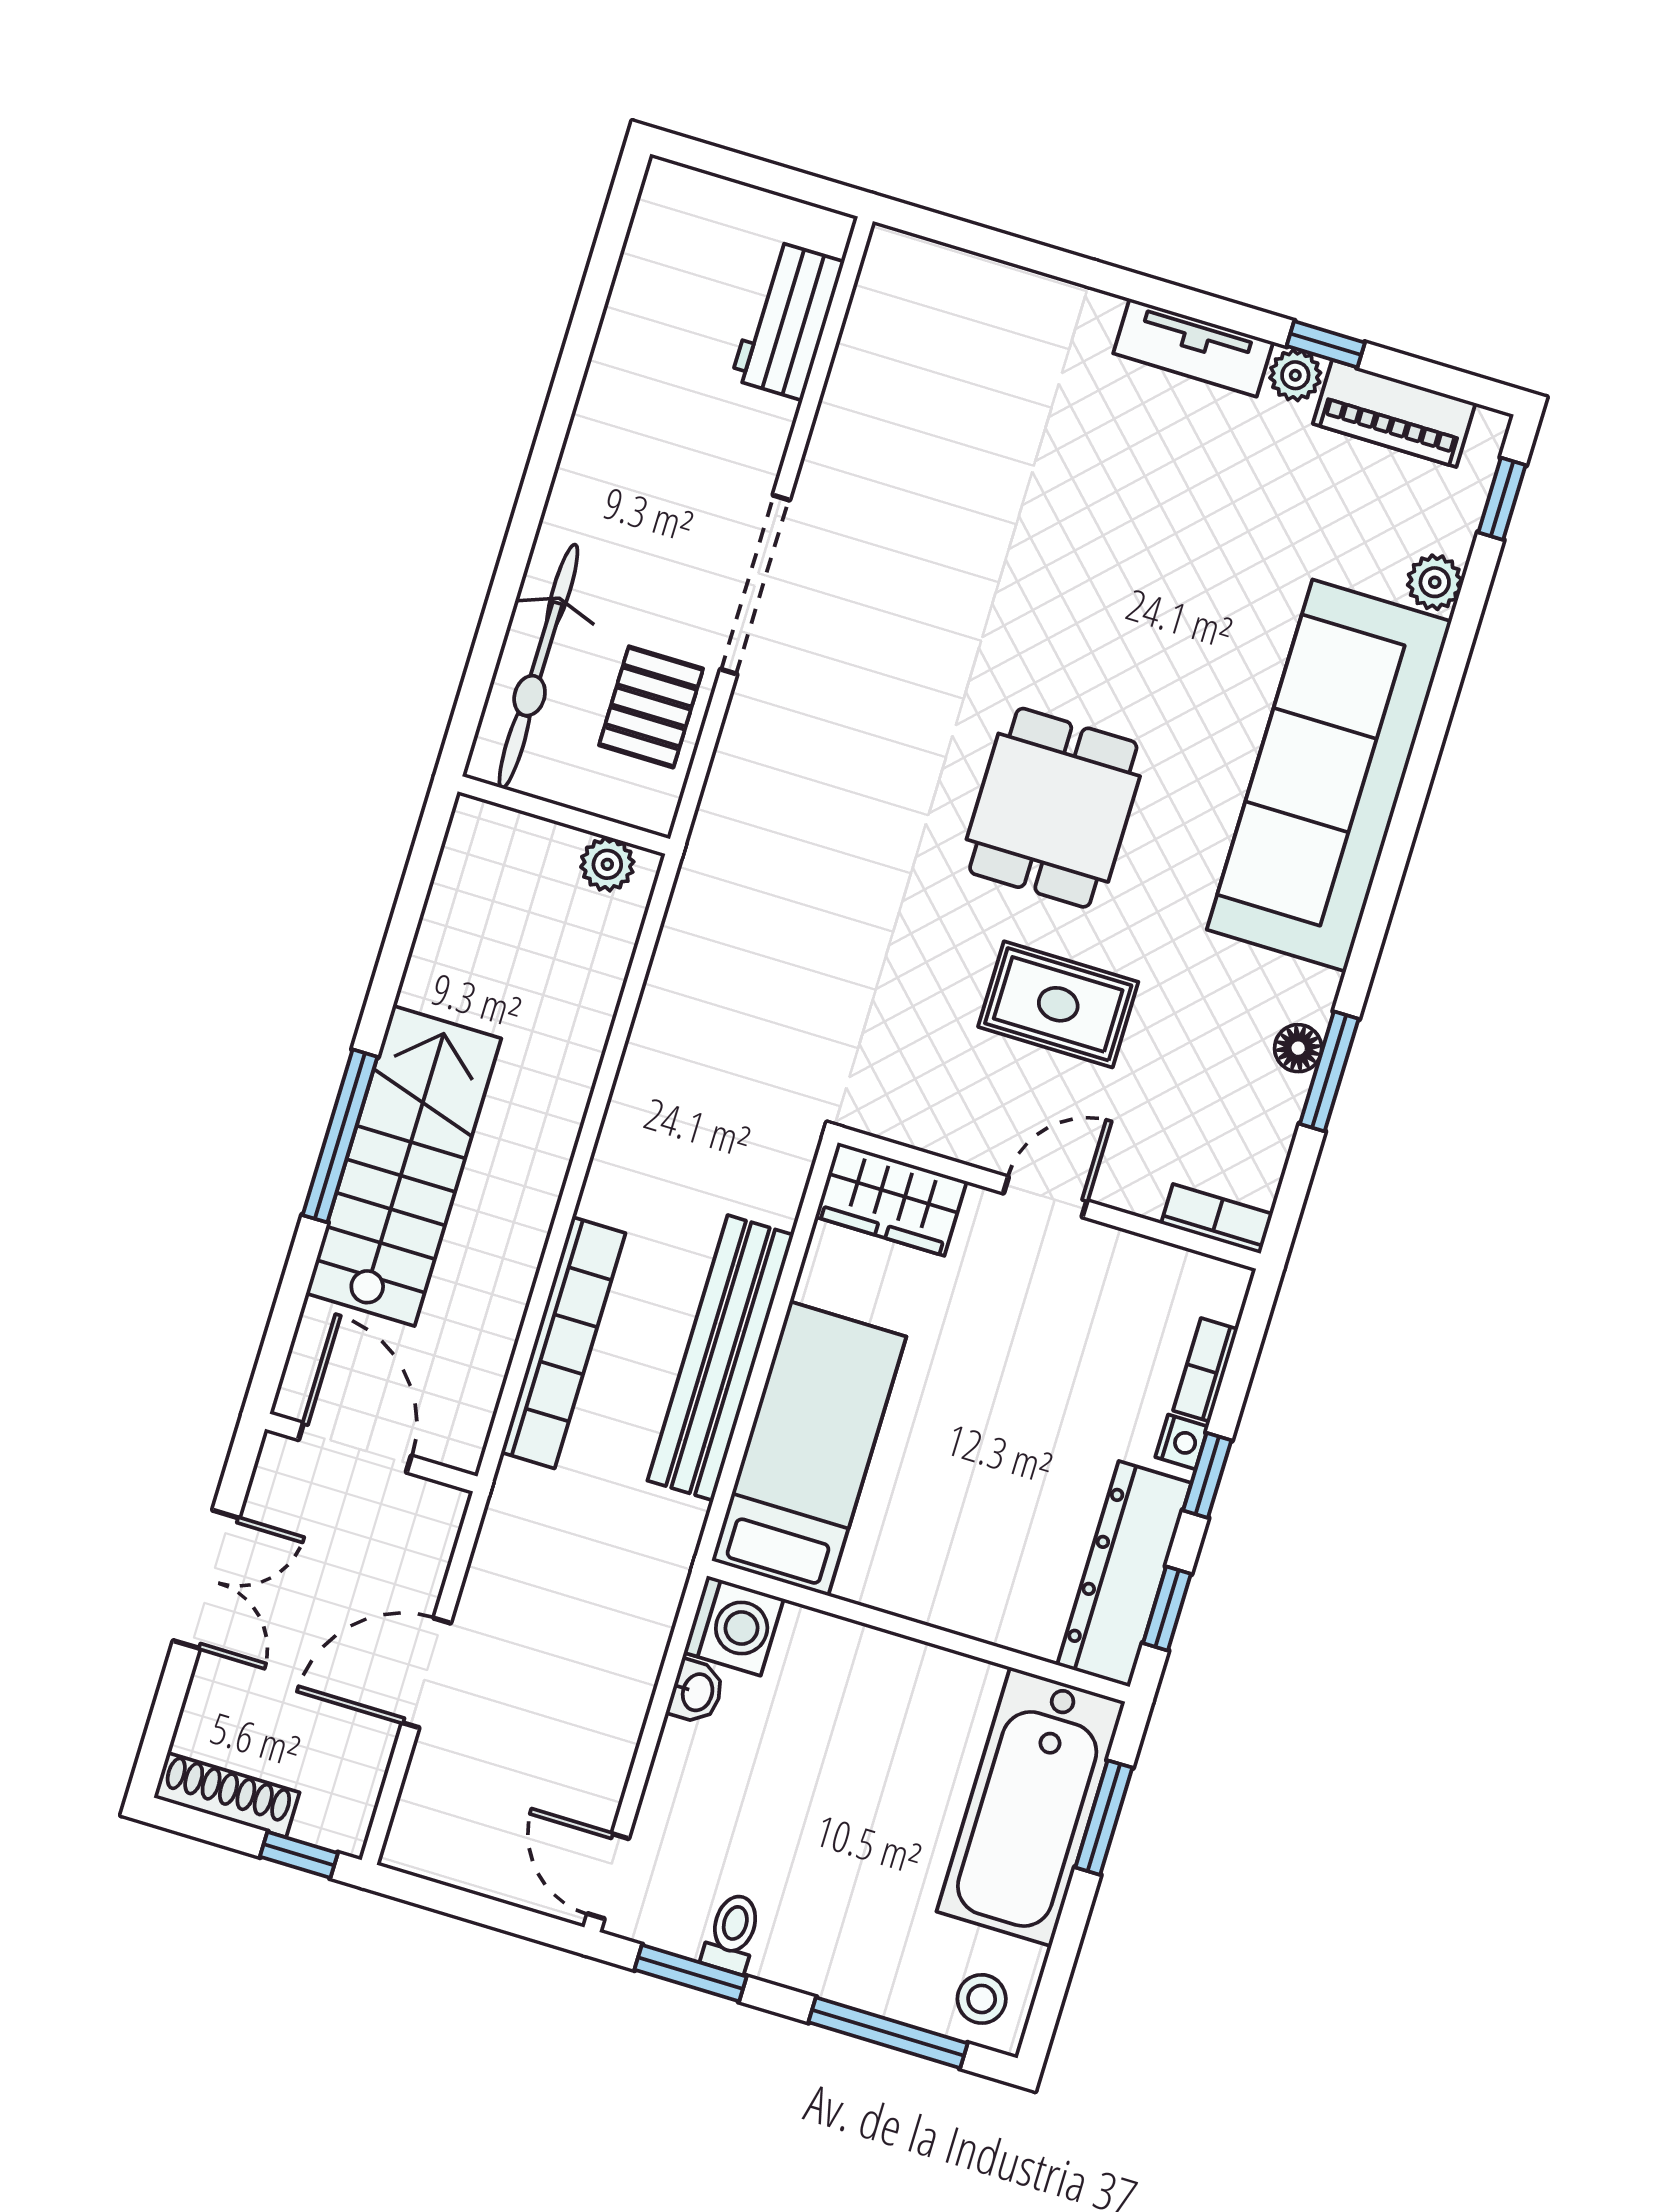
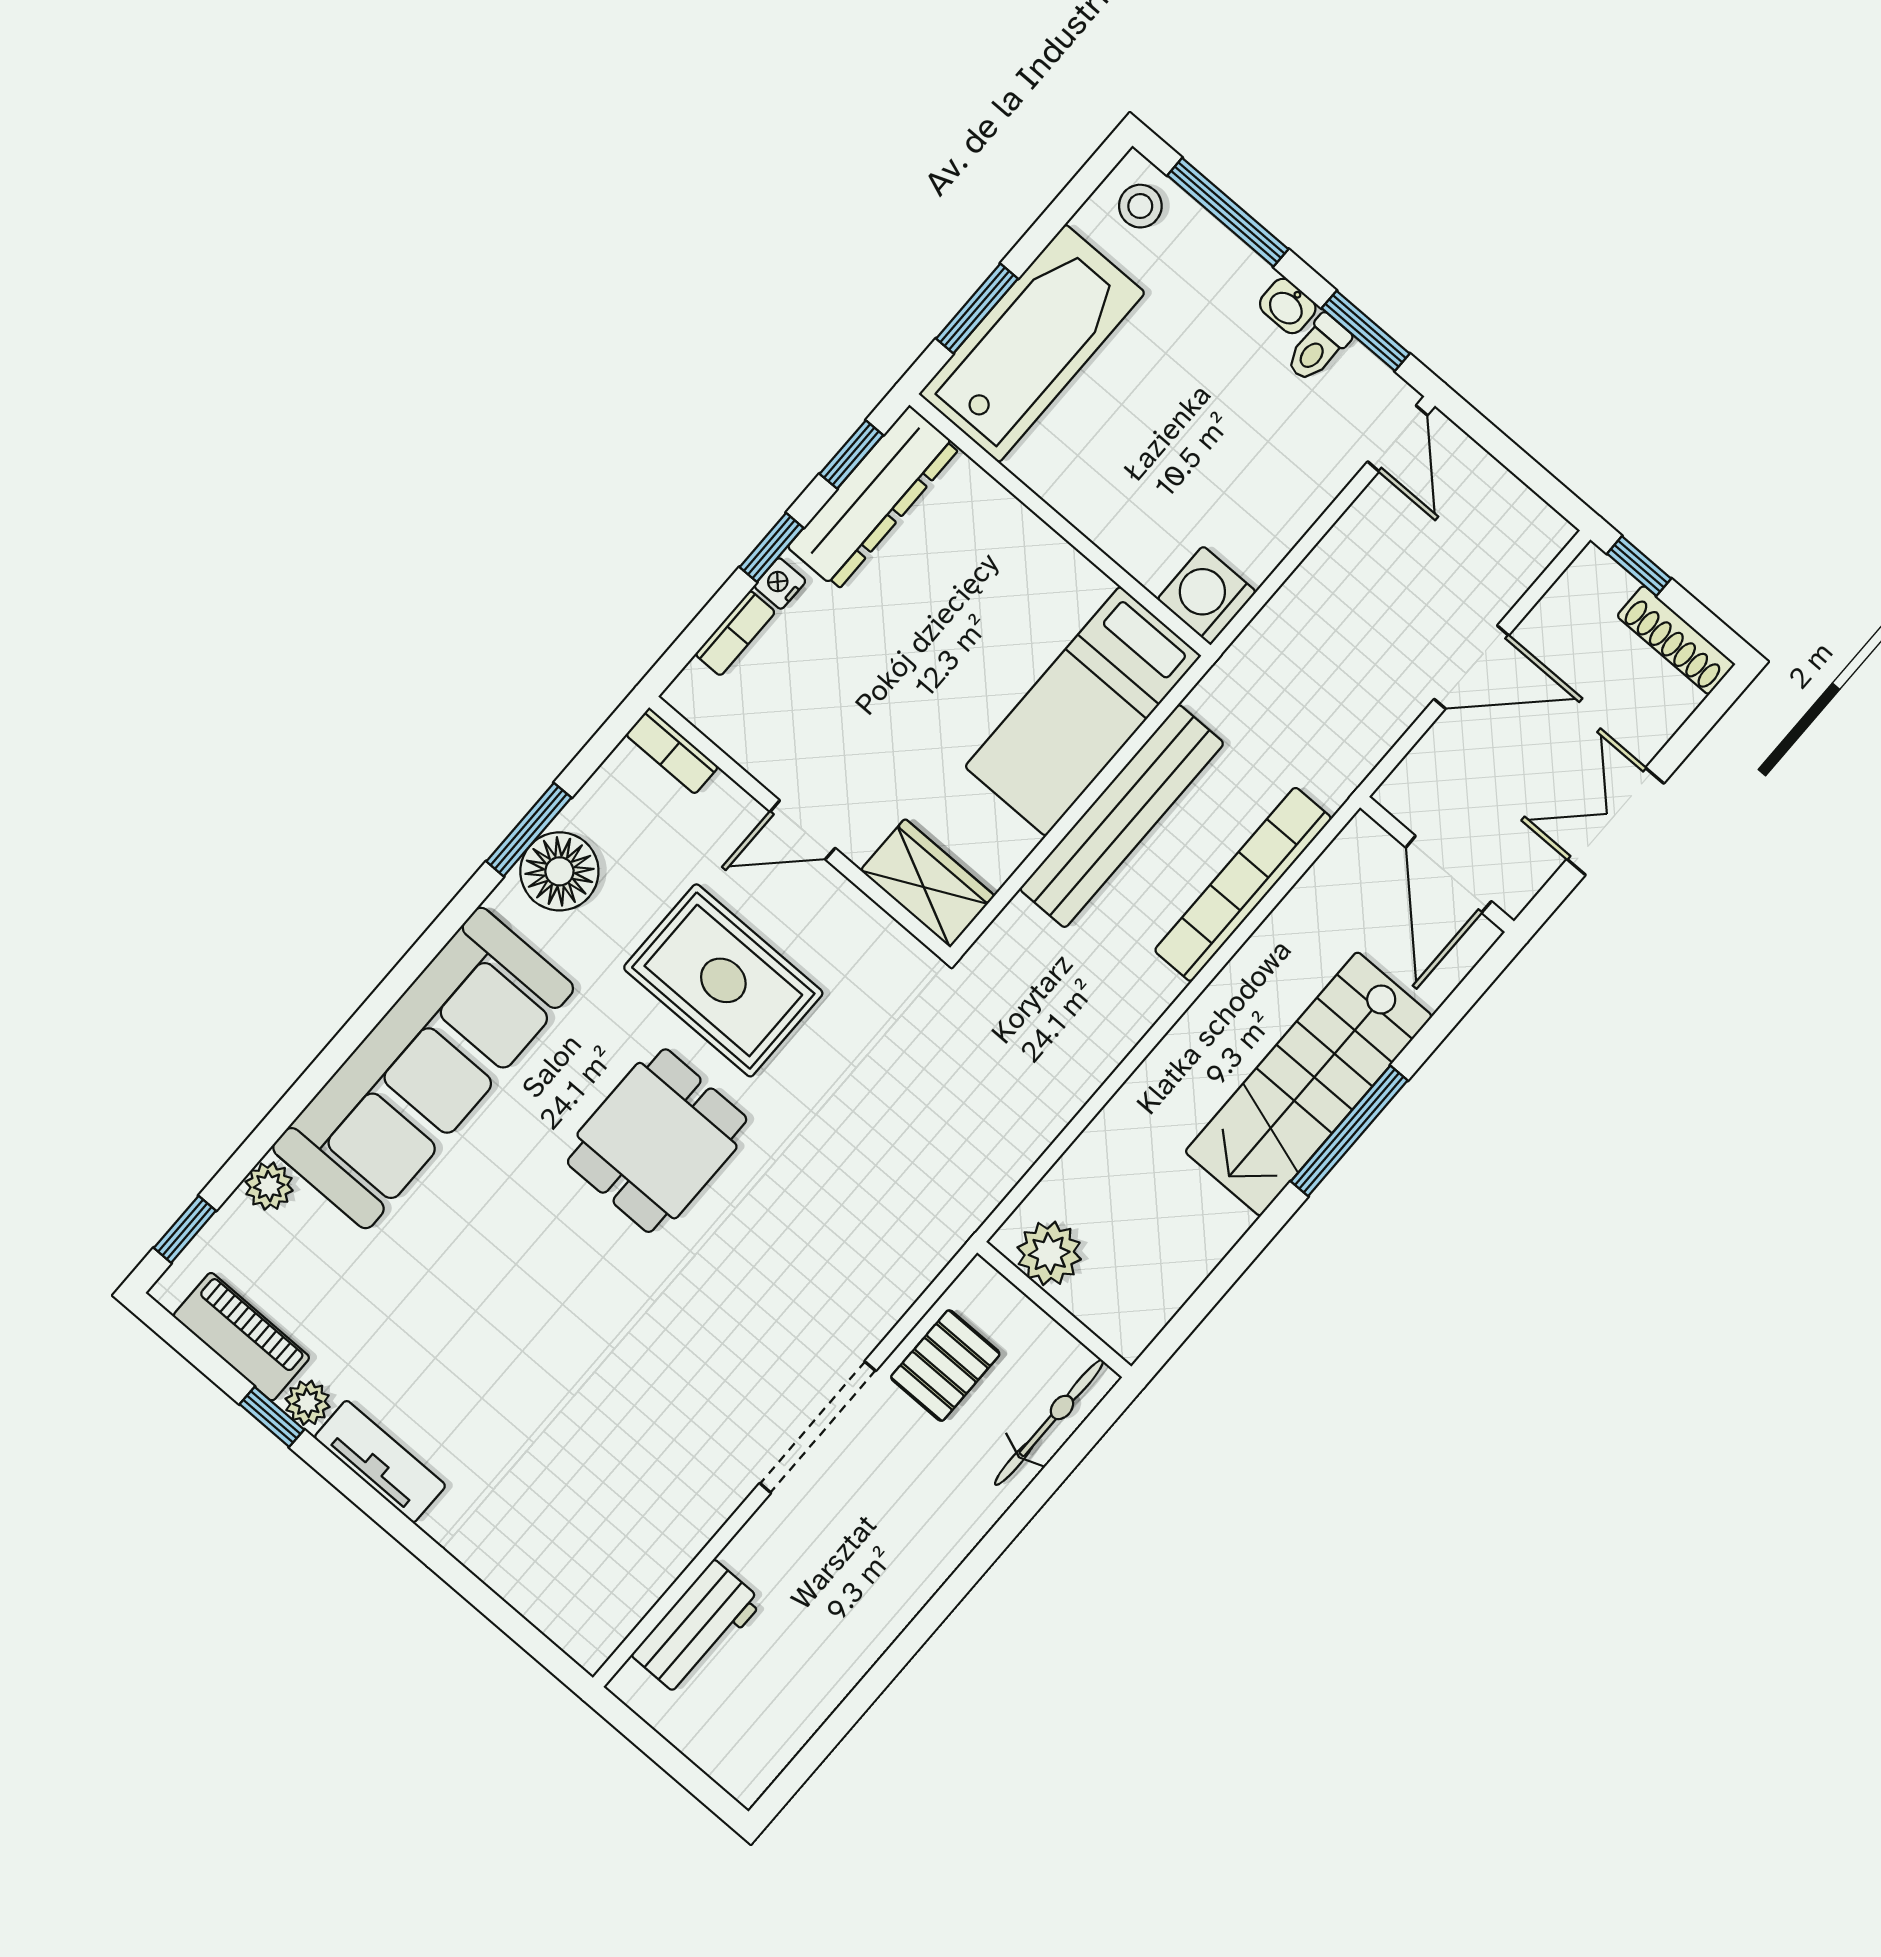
bicycle: (538, 666) -> (1049, 1422), width x0.73, depth x0.71
plant: (607, 864) -> (1049, 1253), width x1.38, depth x1.38
rug: (1058, 1004) -> (723, 980), width x1.36, depth x1.43
floor lamp: (1298, 1048) -> (559, 871), width x1.89, depth x1.89
washbasin: (696, 1692) -> (1288, 306), moved, turned -90

